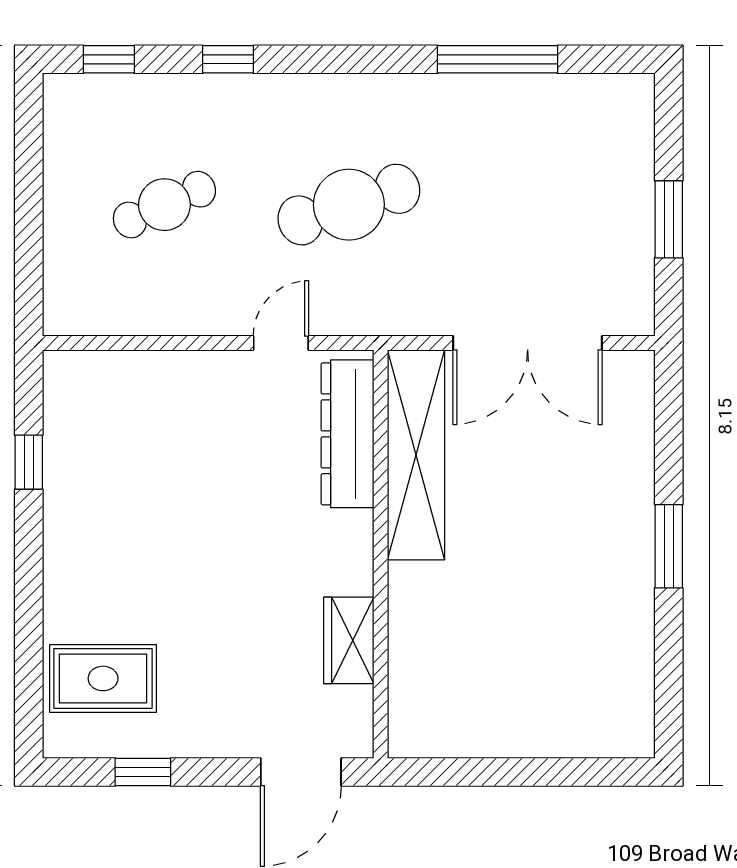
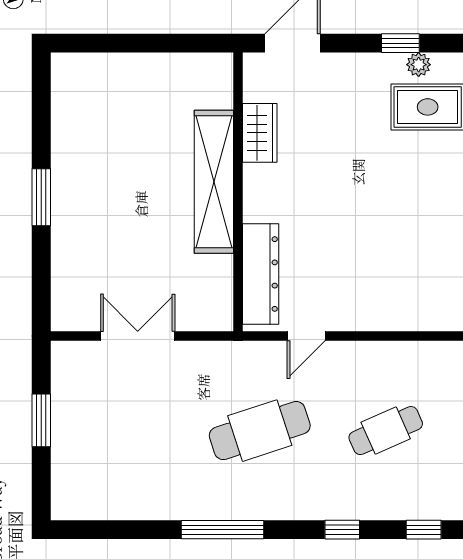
window: (498, 59) -> (223, 530), moved
double door: (528, 343) -> (138, 336), width x0.73
shelving: (416, 455) -> (214, 182), moved
plant: (116, 741) -> (419, 65), added

